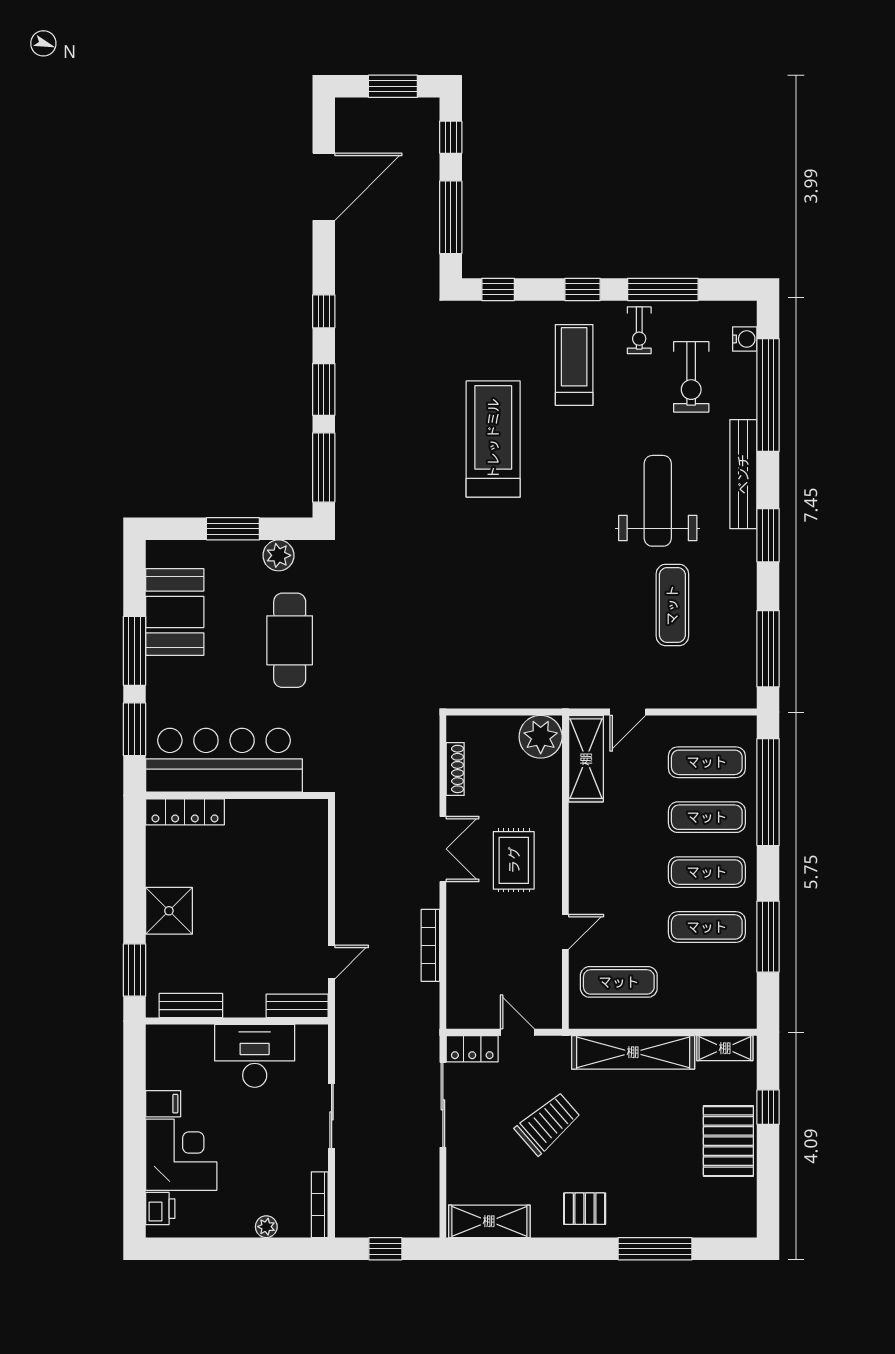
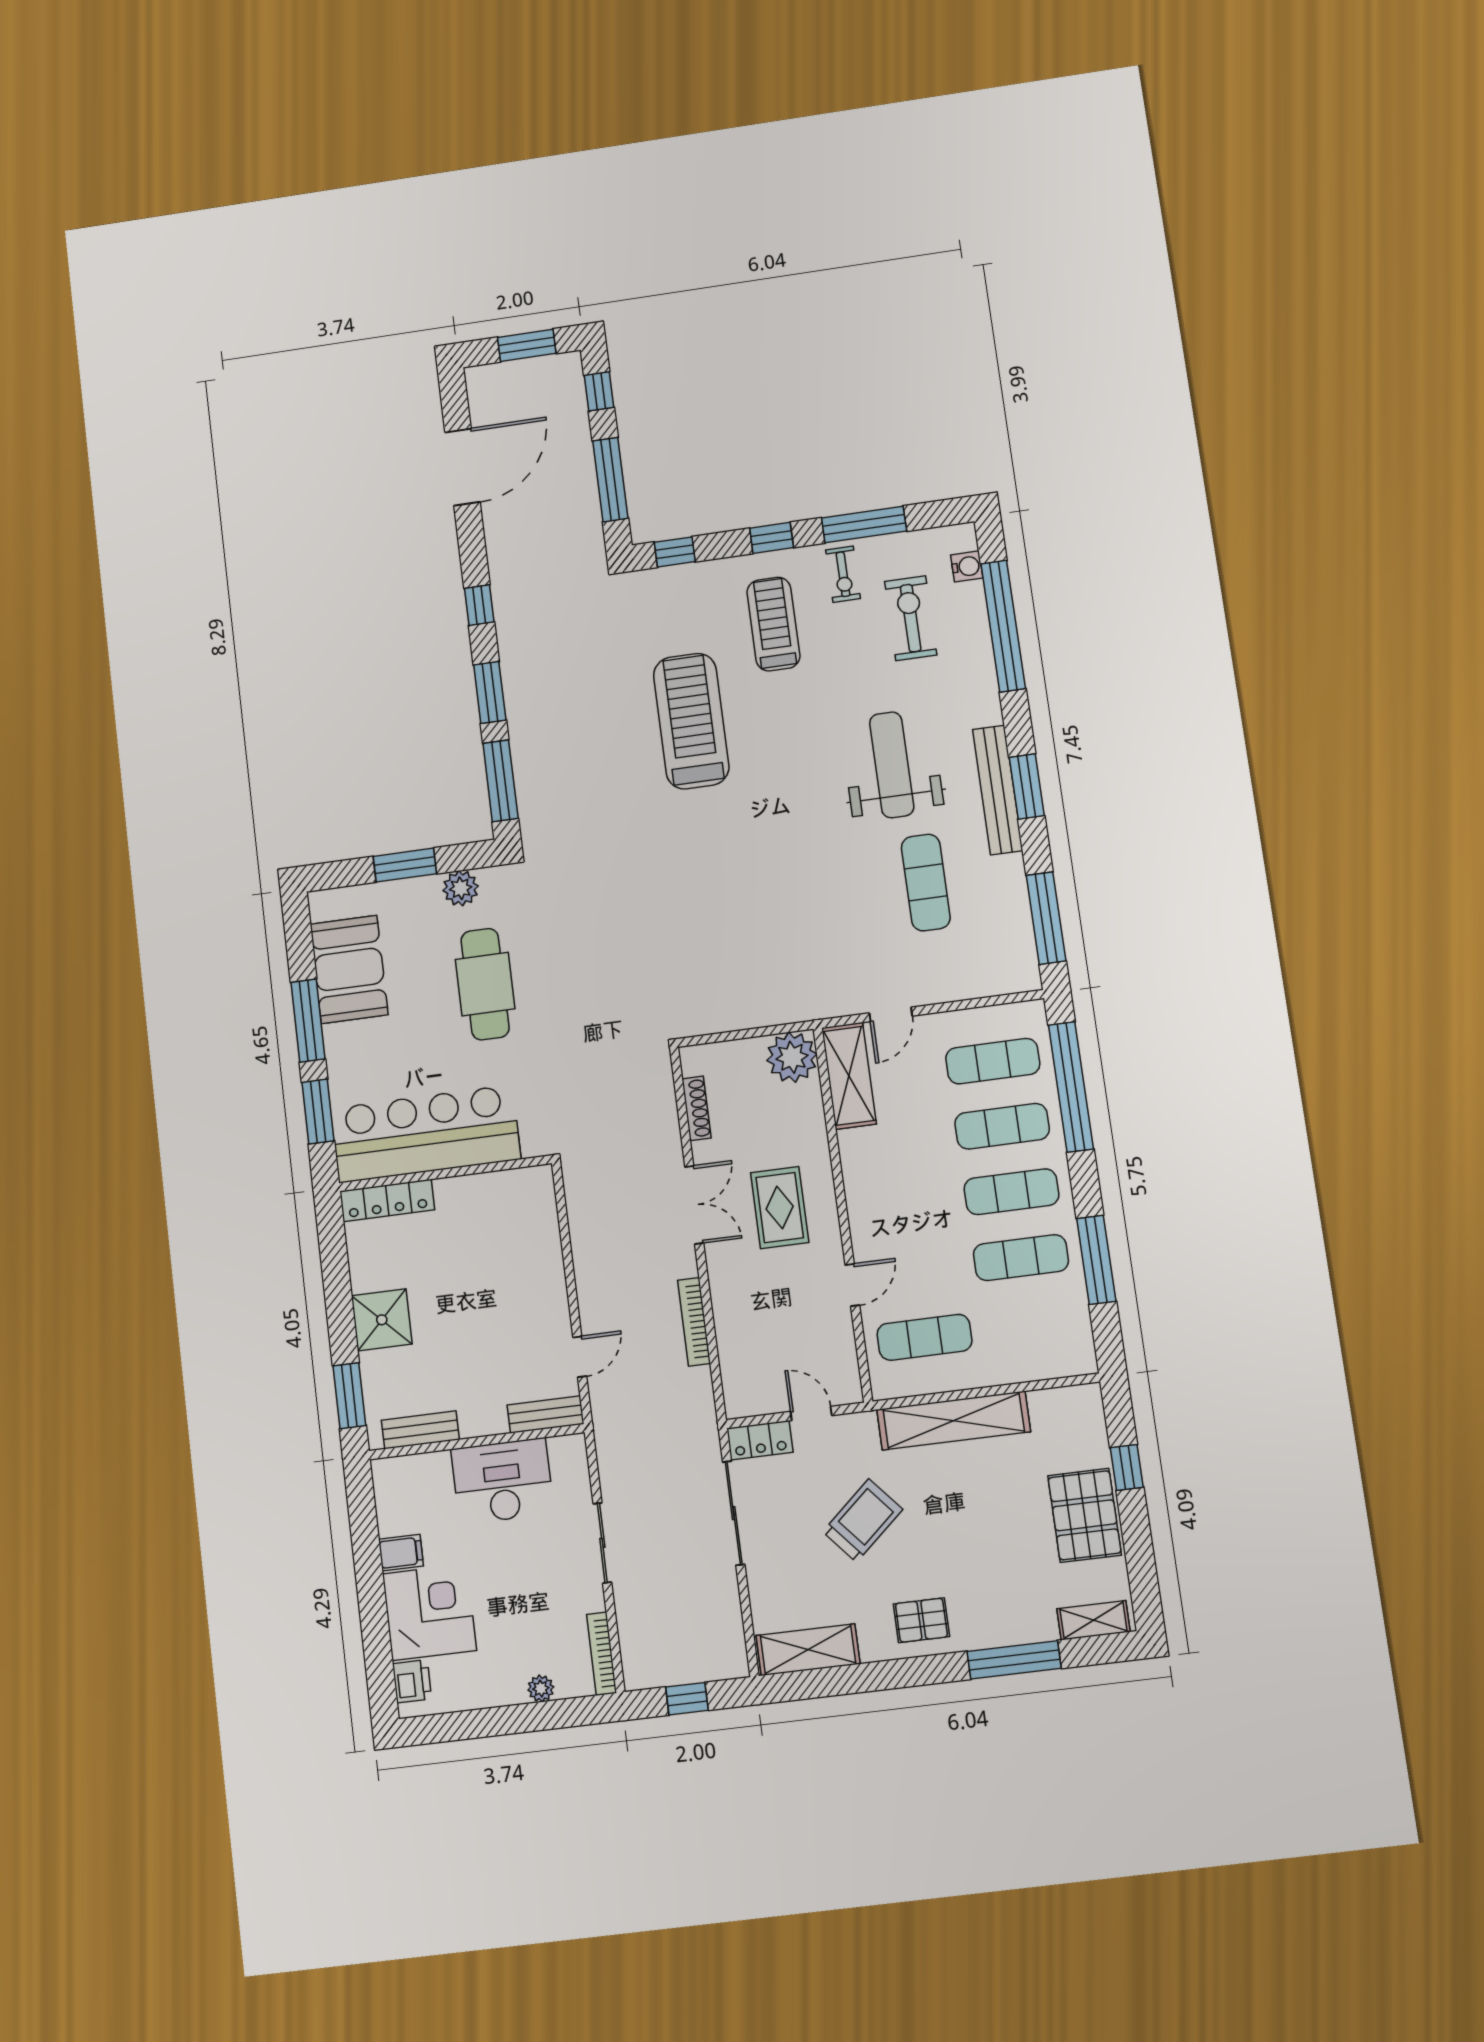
exercise bike: (691, 377) -> (911, 618), turned 180
bench: (743, 474) -> (998, 790), moved
shelving: (725, 1048) -> (1093, 1620), moved

